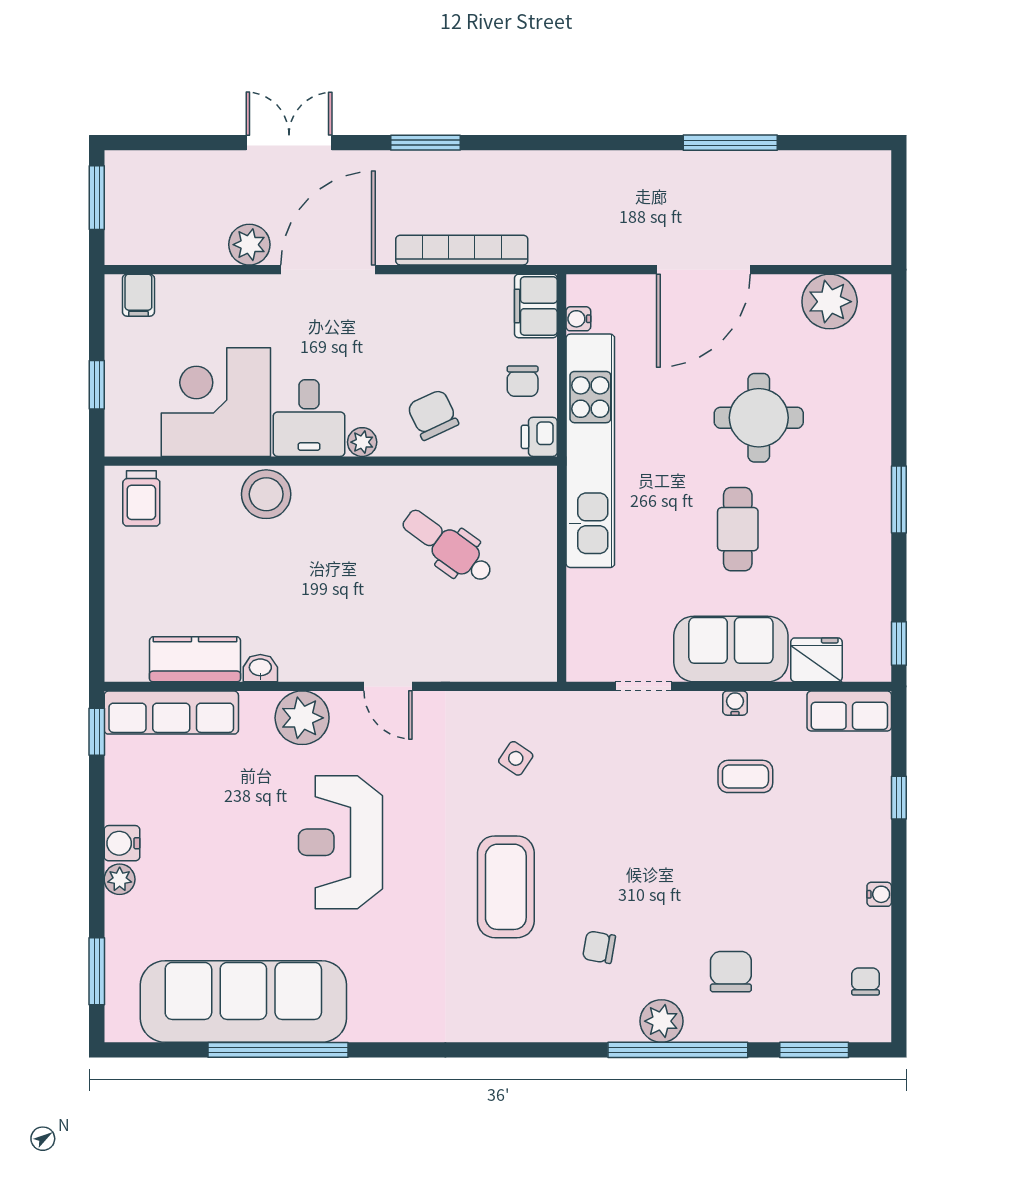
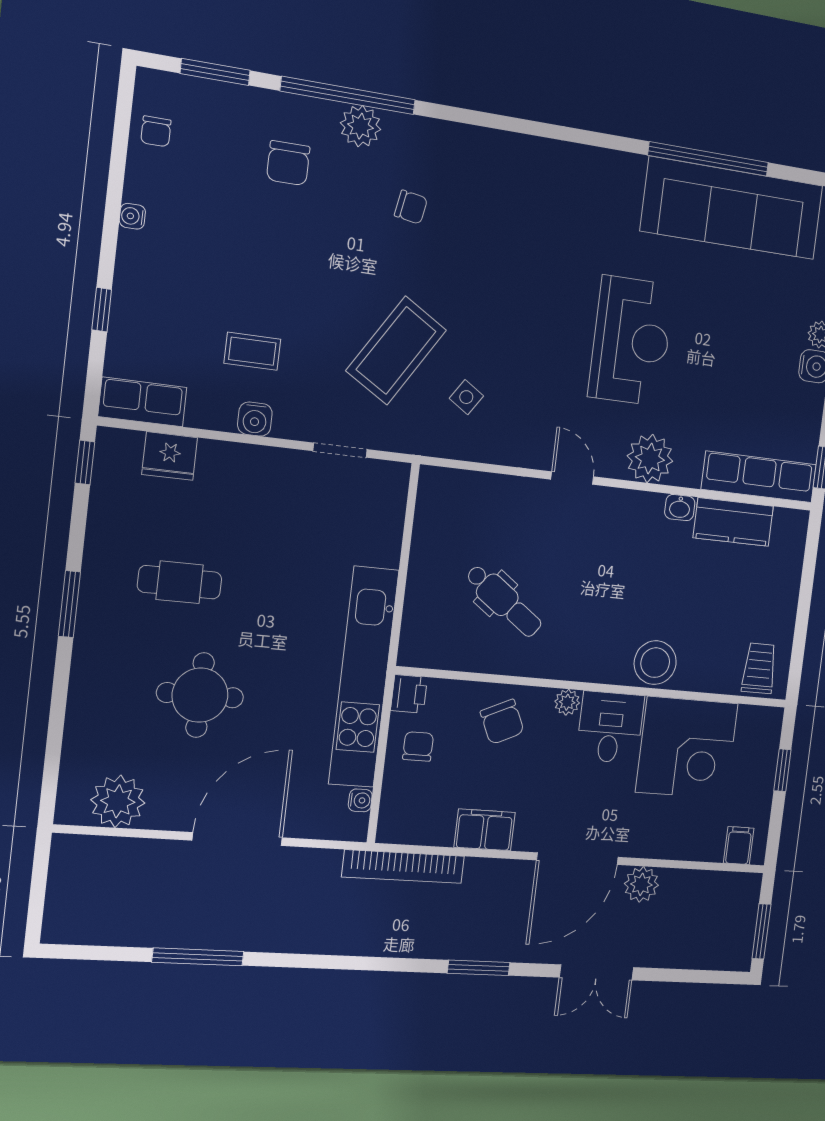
bookcase: (462, 250) -> (403, 867), moved
filing cabinet: (536, 306) -> (485, 830), moved, turned -90
cafe table: (738, 529) -> (180, 582), moved, turned 90
sofa: (731, 649) -> (252, 476), removed
water cooler: (735, 703) -> (255, 419), width x1.38, depth x1.38
coffee table: (506, 887) -> (396, 350), moved, turned 32

